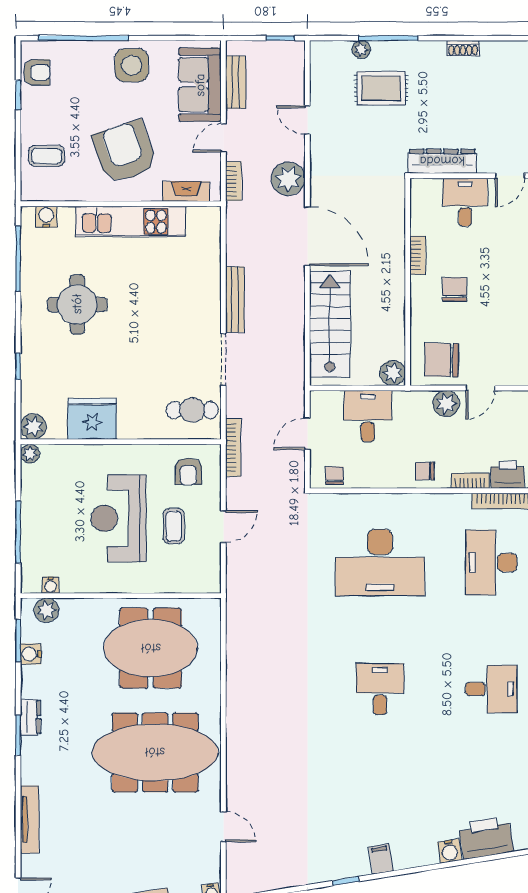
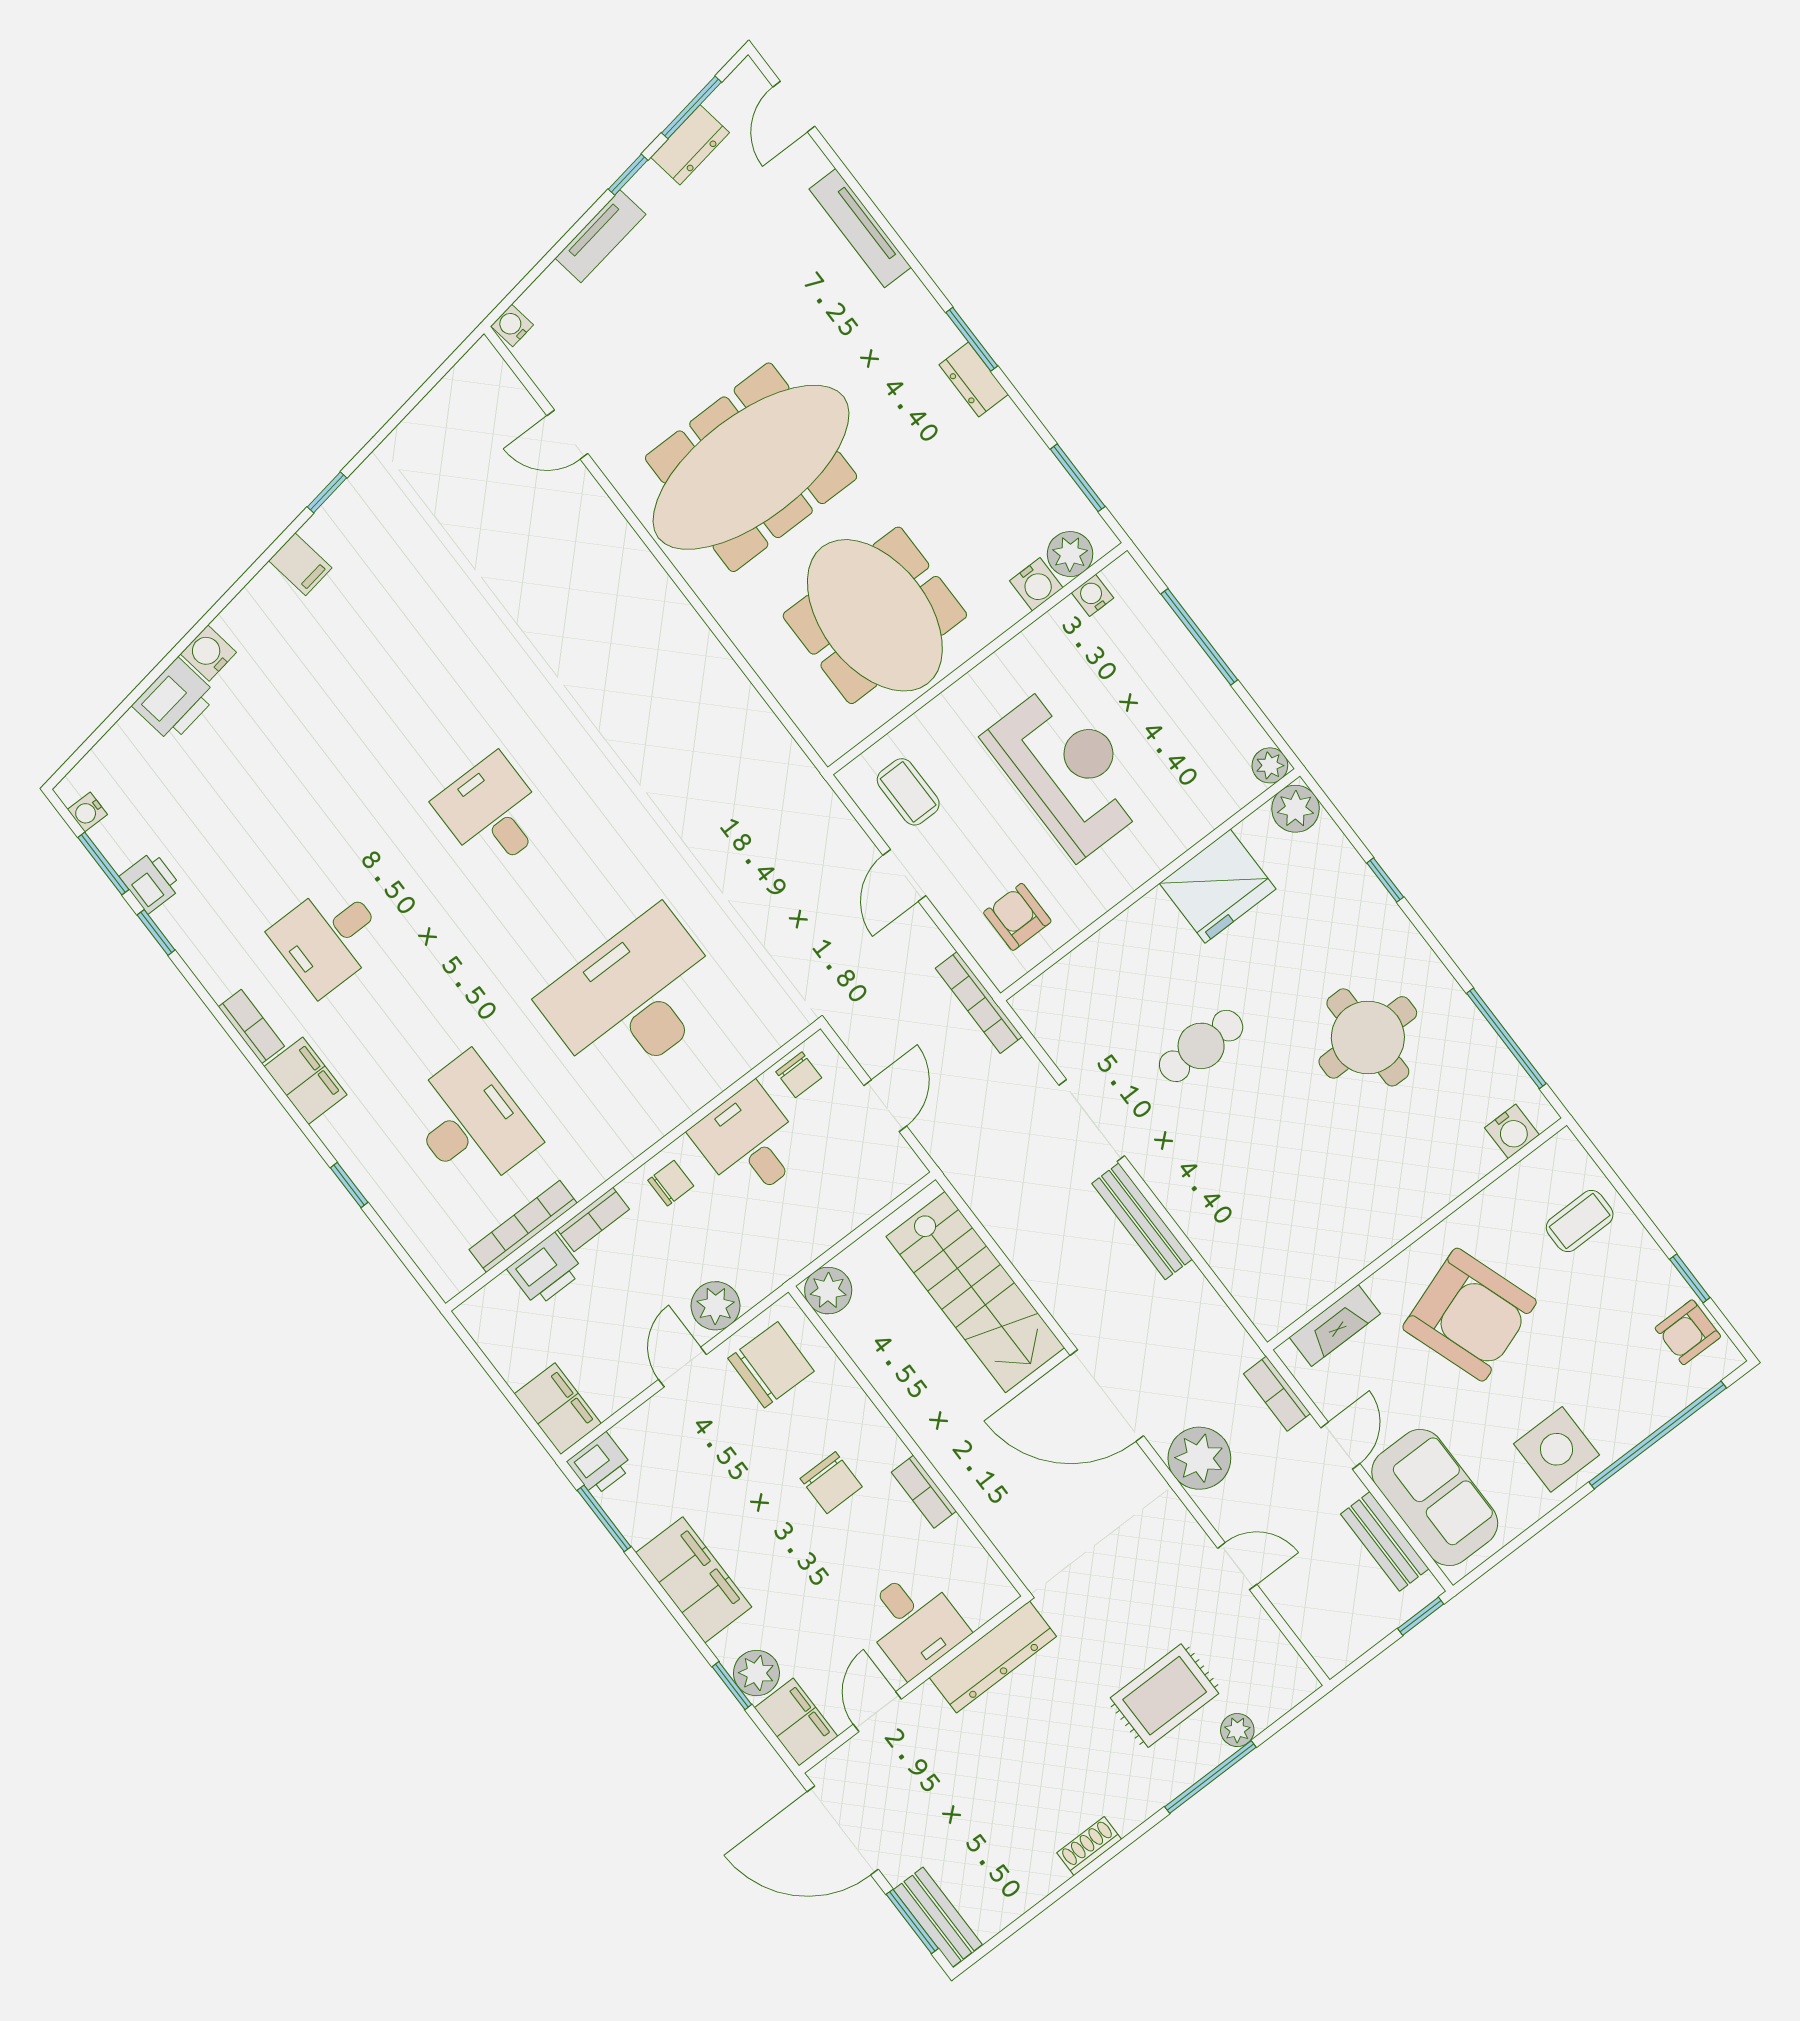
window: (280, 38) -> (1421, 1616), moved
kitchen unit: (131, 222) -> (1383, 1219), removed
cafe table: (192, 410) -> (1201, 1046), moved
desk: (368, 416) -> (749, 1142), moved, turned 180
coffee table: (174, 526) -> (908, 792), moved
meeting table: (151, 648) -> (875, 615), turned 90
water cooler: (31, 654) -> (1036, 584), moved, turned 90
desk: (380, 689) -> (492, 813), turned 180
printer: (486, 838) -> (175, 700), width x0.73, depth x0.84

